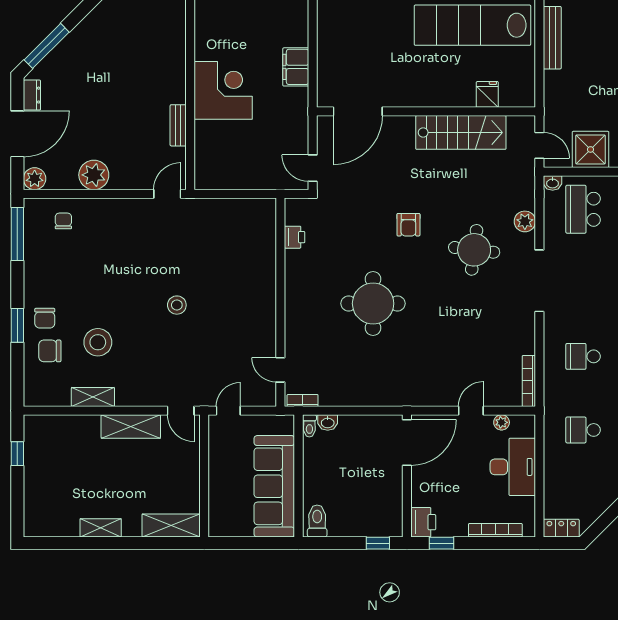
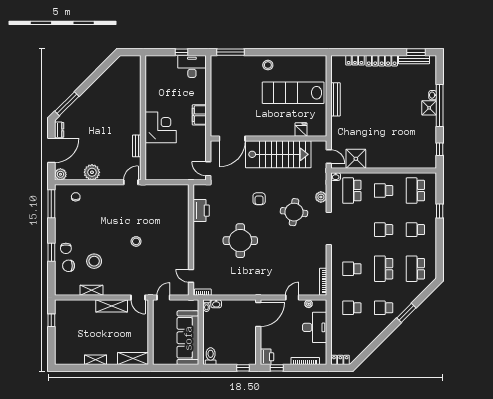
stairs: (461, 132) -> (278, 154), width x1.36, depth x1.51
printer: (295, 237) -> (201, 211), width x1.87, depth x1.48

